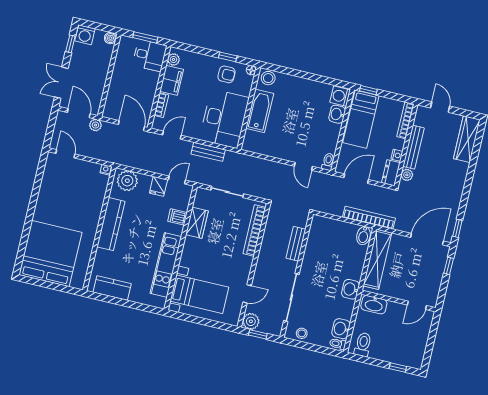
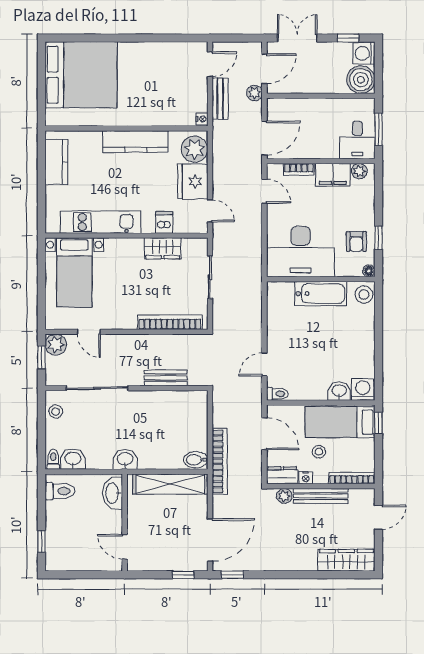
boiler: (110, 38) -> (361, 80), width x1.86, depth x1.86
stool: (379, 141) -> (319, 452), added
bench: (208, 152) -> (220, 99), moved
fridge: (158, 186) -> (193, 181), width x1.88, depth x1.34
door: (427, 239) -> (210, 540), hinge flipped

